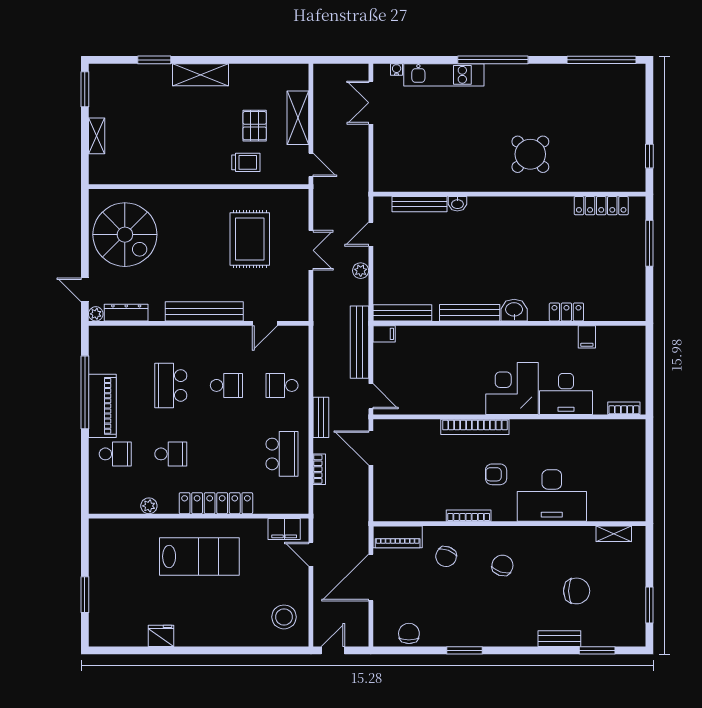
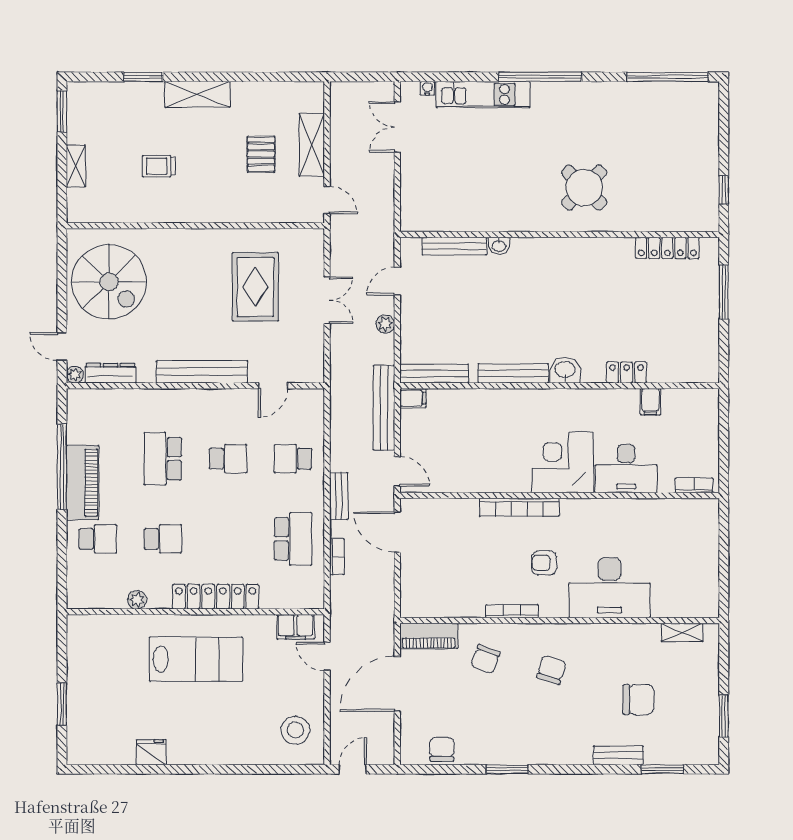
trolley: (246, 162) -> (159, 166), moved, turned 180

